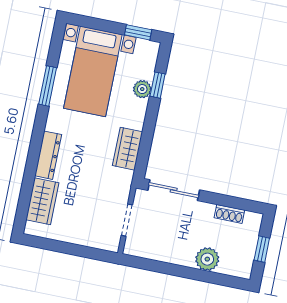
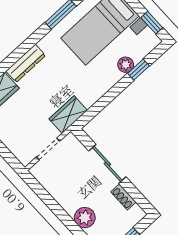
wardrobe: (128, 149) -> (68, 115), moved
sliding door: (174, 190) -> (107, 164), moved

